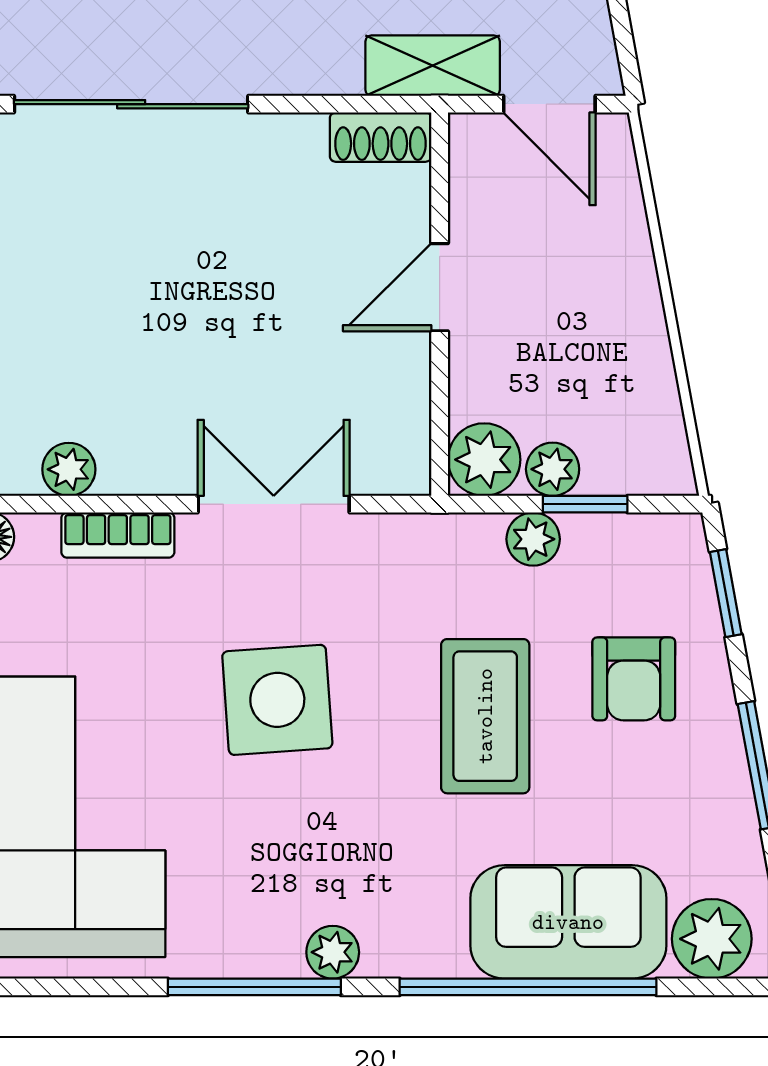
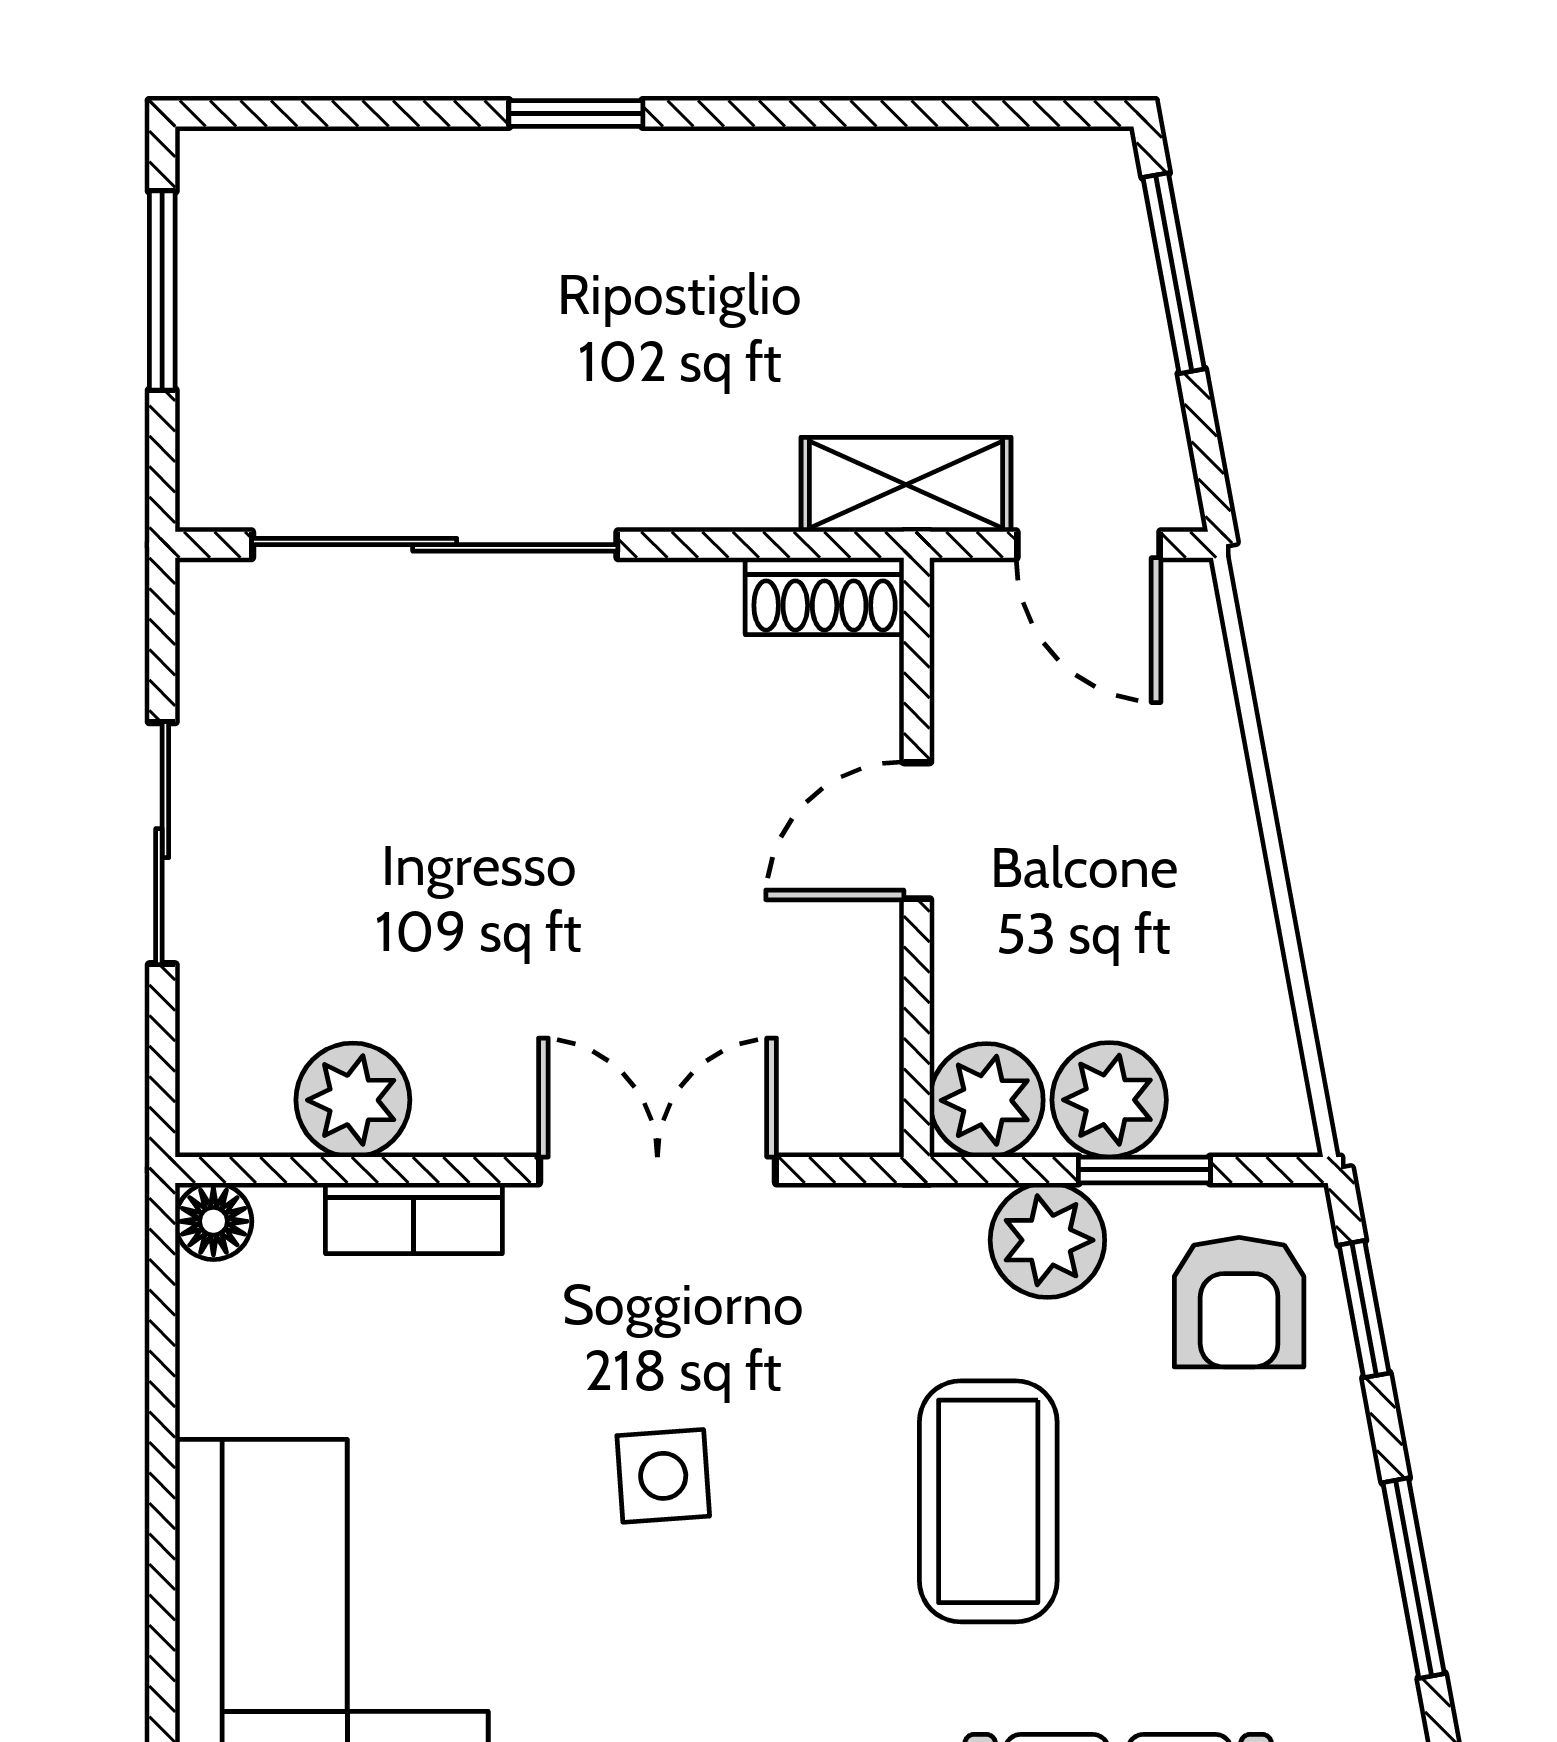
plant: (69, 469) -> (353, 1100), width x1.38, depth x1.38
plant: (553, 469) -> (1109, 1100), width x1.38, depth x1.38
plant: (533, 539) -> (1047, 1240), width x1.38, depth x1.38
armchair: (634, 679) -> (1239, 1302), moved
side table: (277, 700) -> (663, 1476), width x0.54, depth x0.54

